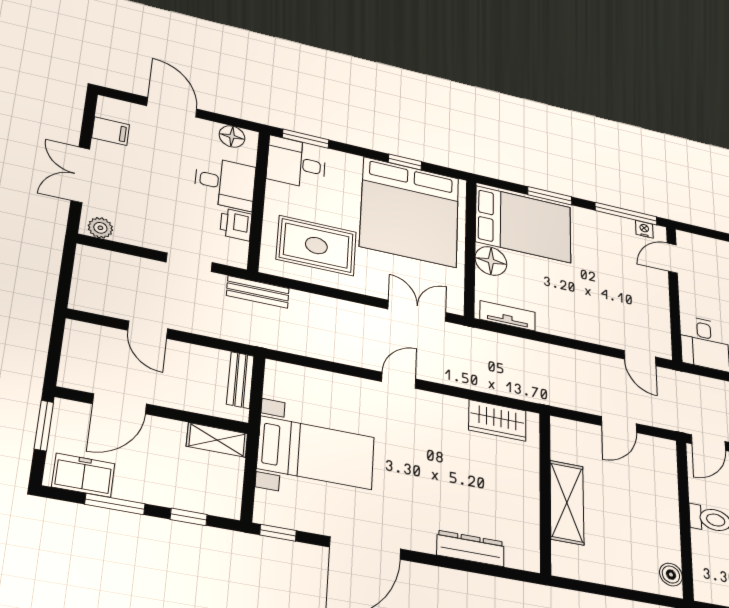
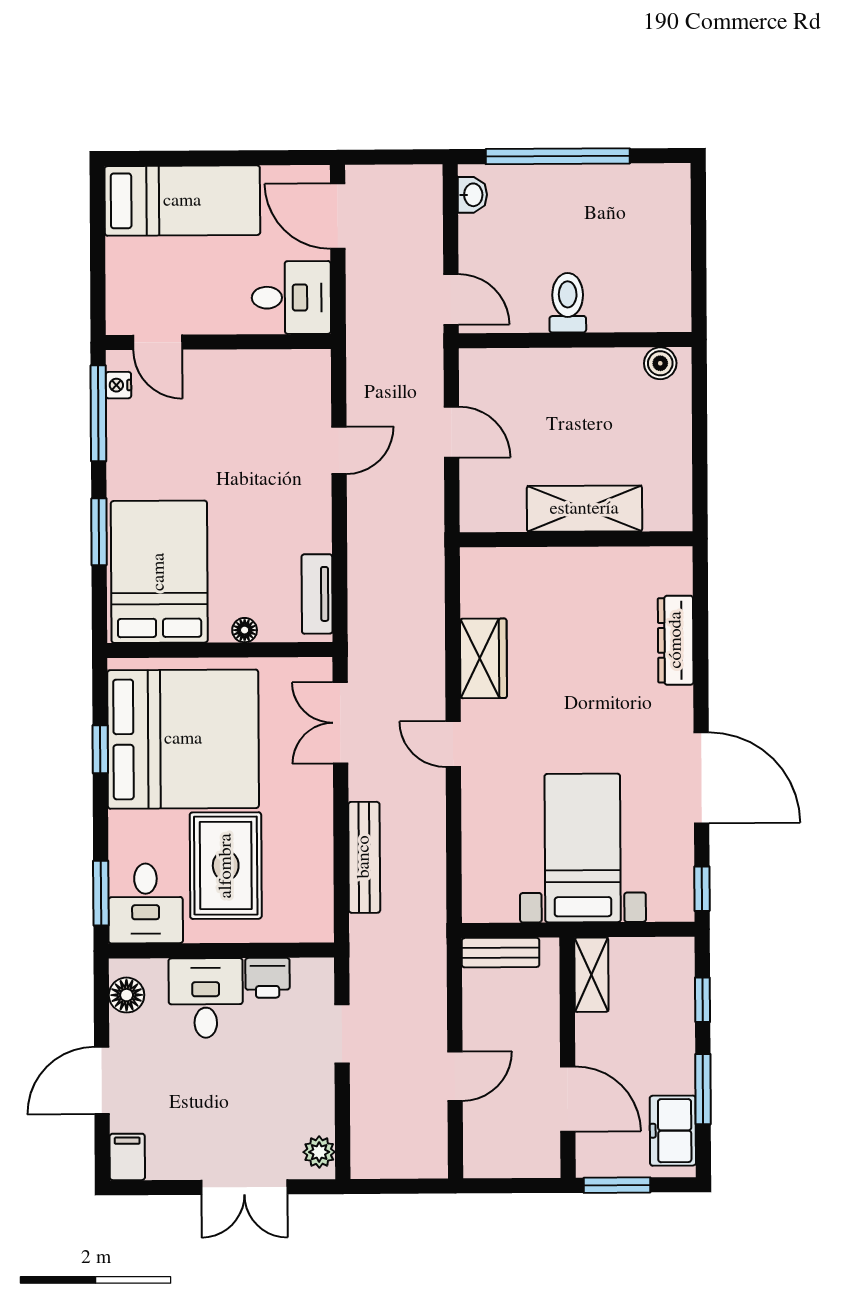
filing cabinet: (111, 131) -> (127, 1157), moved
rug: (316, 246) -> (226, 866), moved
floor lamp: (491, 261) -> (245, 630), width x0.53, depth x0.53
bench: (258, 292) -> (364, 857), moved, width x1.36
door: (640, 358) -> (339, 450), moved
wardrobe: (497, 420) -> (483, 658), moved

